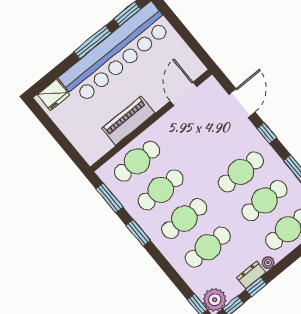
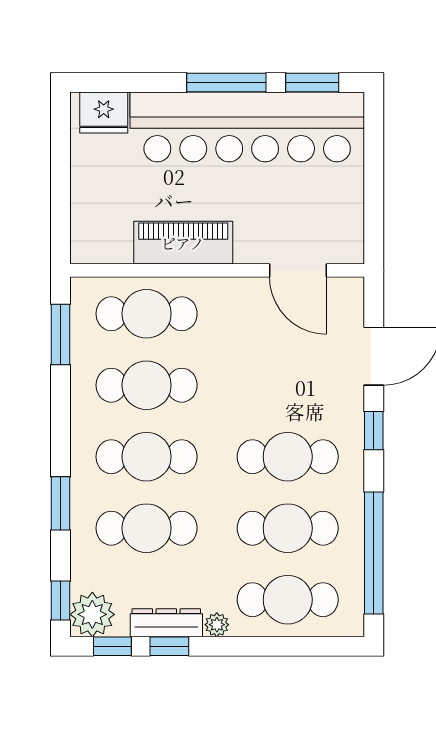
door: (183, 94) -> (298, 270), swing flipped
window: (138, 233) -> (61, 503), moved
dresser: (251, 275) -> (166, 623), width x1.44

